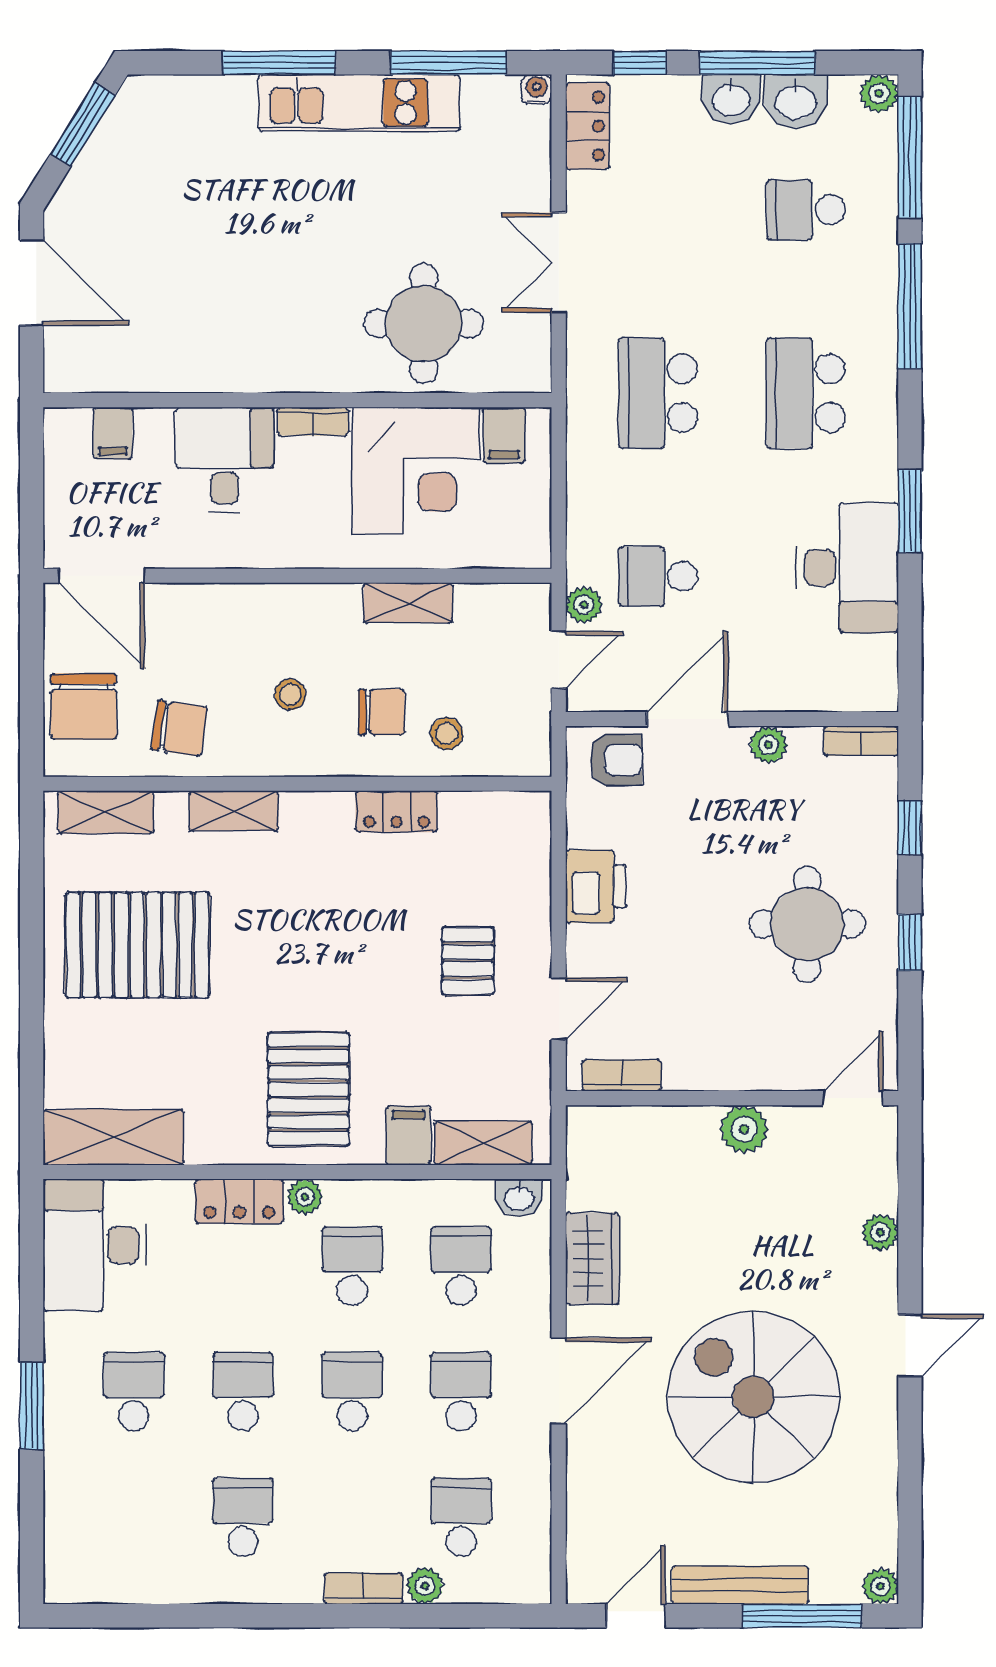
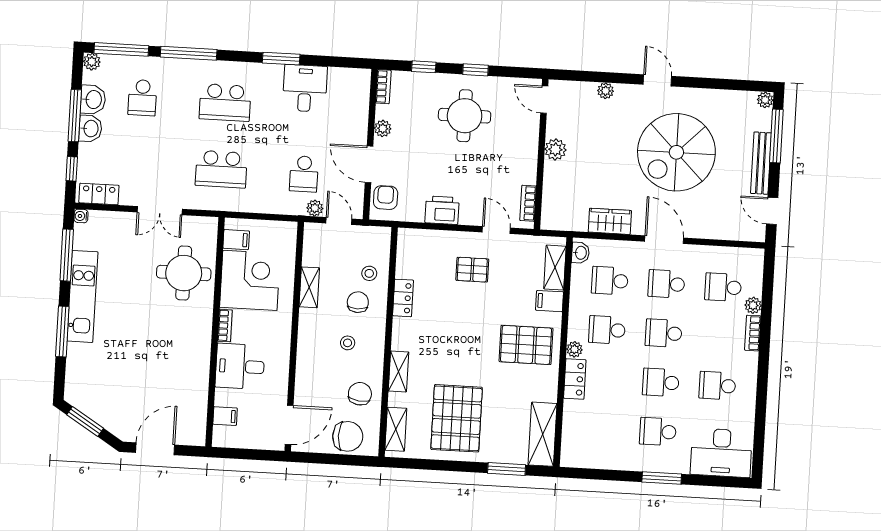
desk: (847, 568) -> (305, 88), width x0.73
window: (32, 1062) -> (507, 469), added
desk: (95, 1245) -> (721, 453), moved

